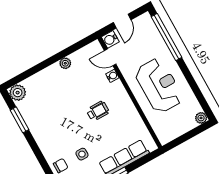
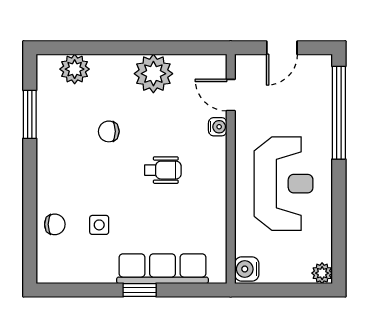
water cooler: (110, 39) -> (247, 269), moved
plant: (65, 63) -> (153, 74), width x1.88, depth x1.88
plant: (18, 93) -> (75, 69), moved
chair: (62, 107) -> (109, 131), added

